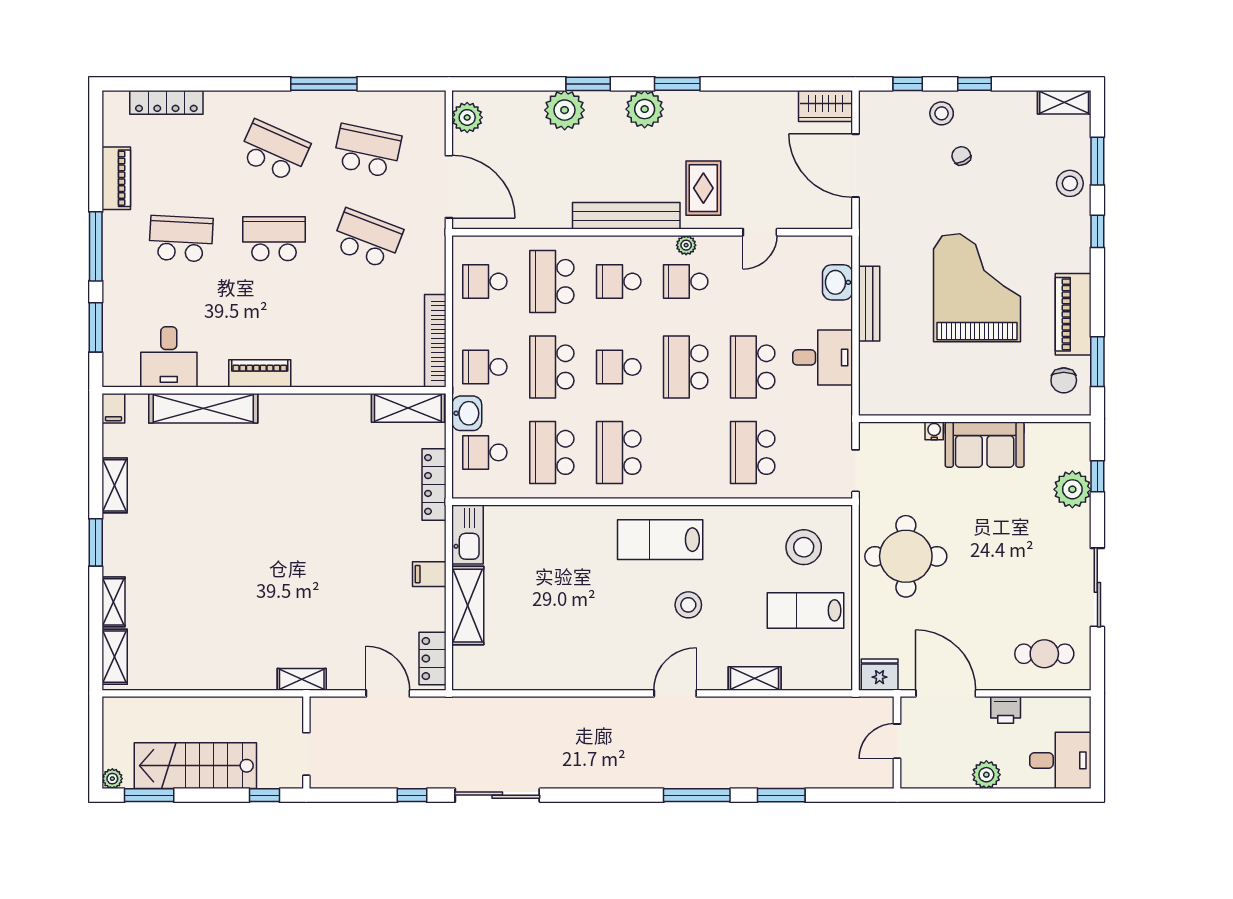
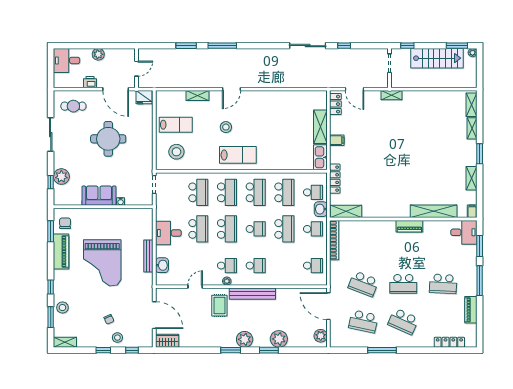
school desk: (552, 281) -> (227, 192), moved
desk: (169, 357) -> (464, 232), moved, turned 90
round table: (906, 556) -> (108, 139), moved

